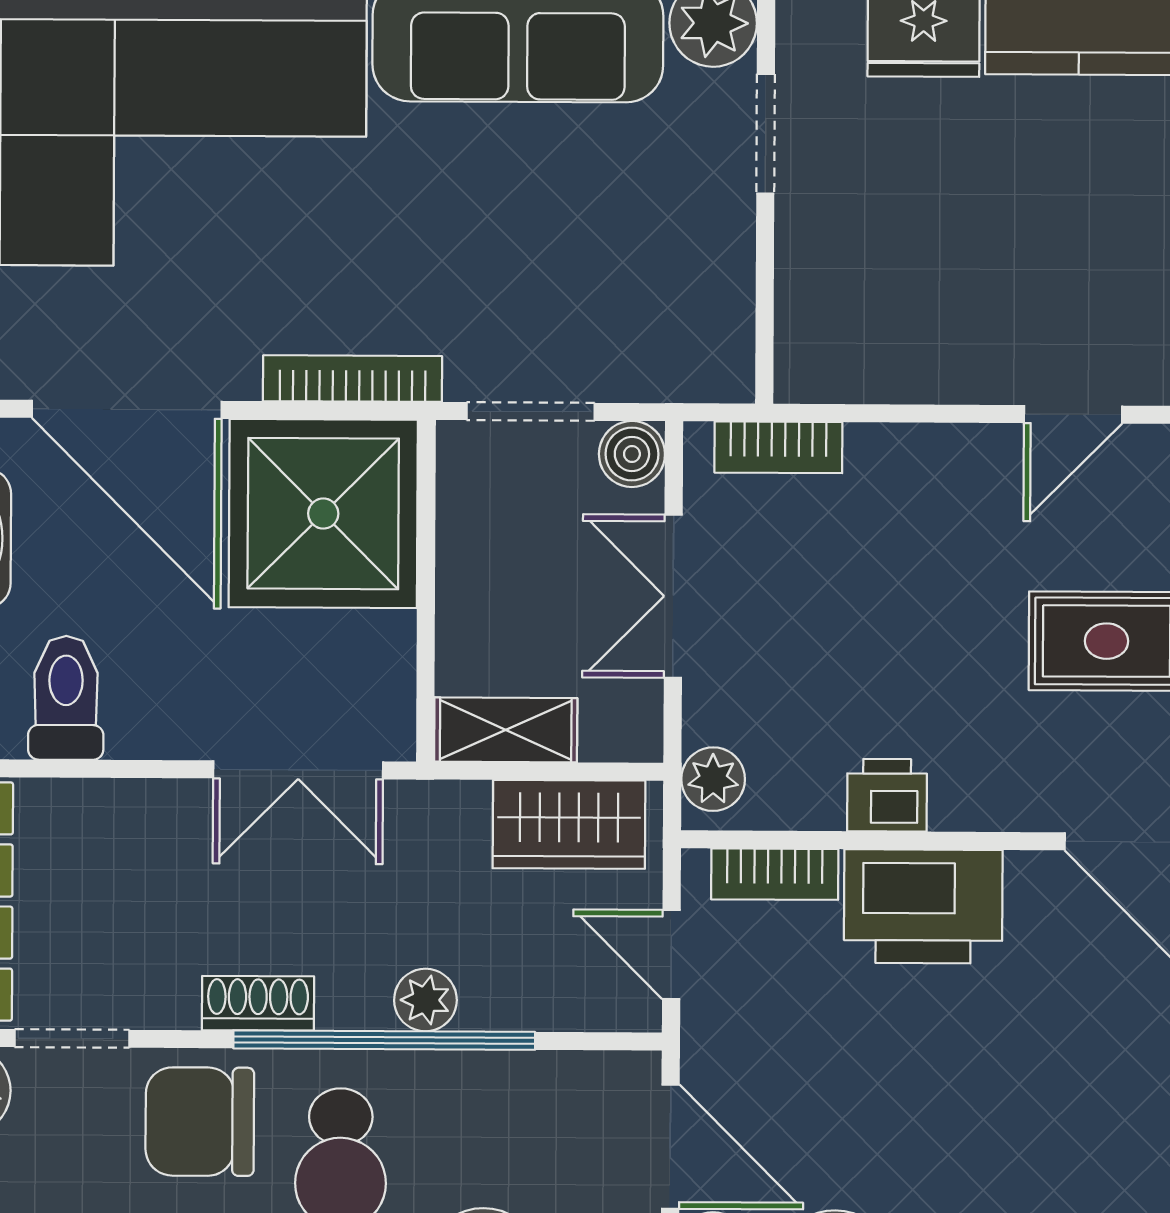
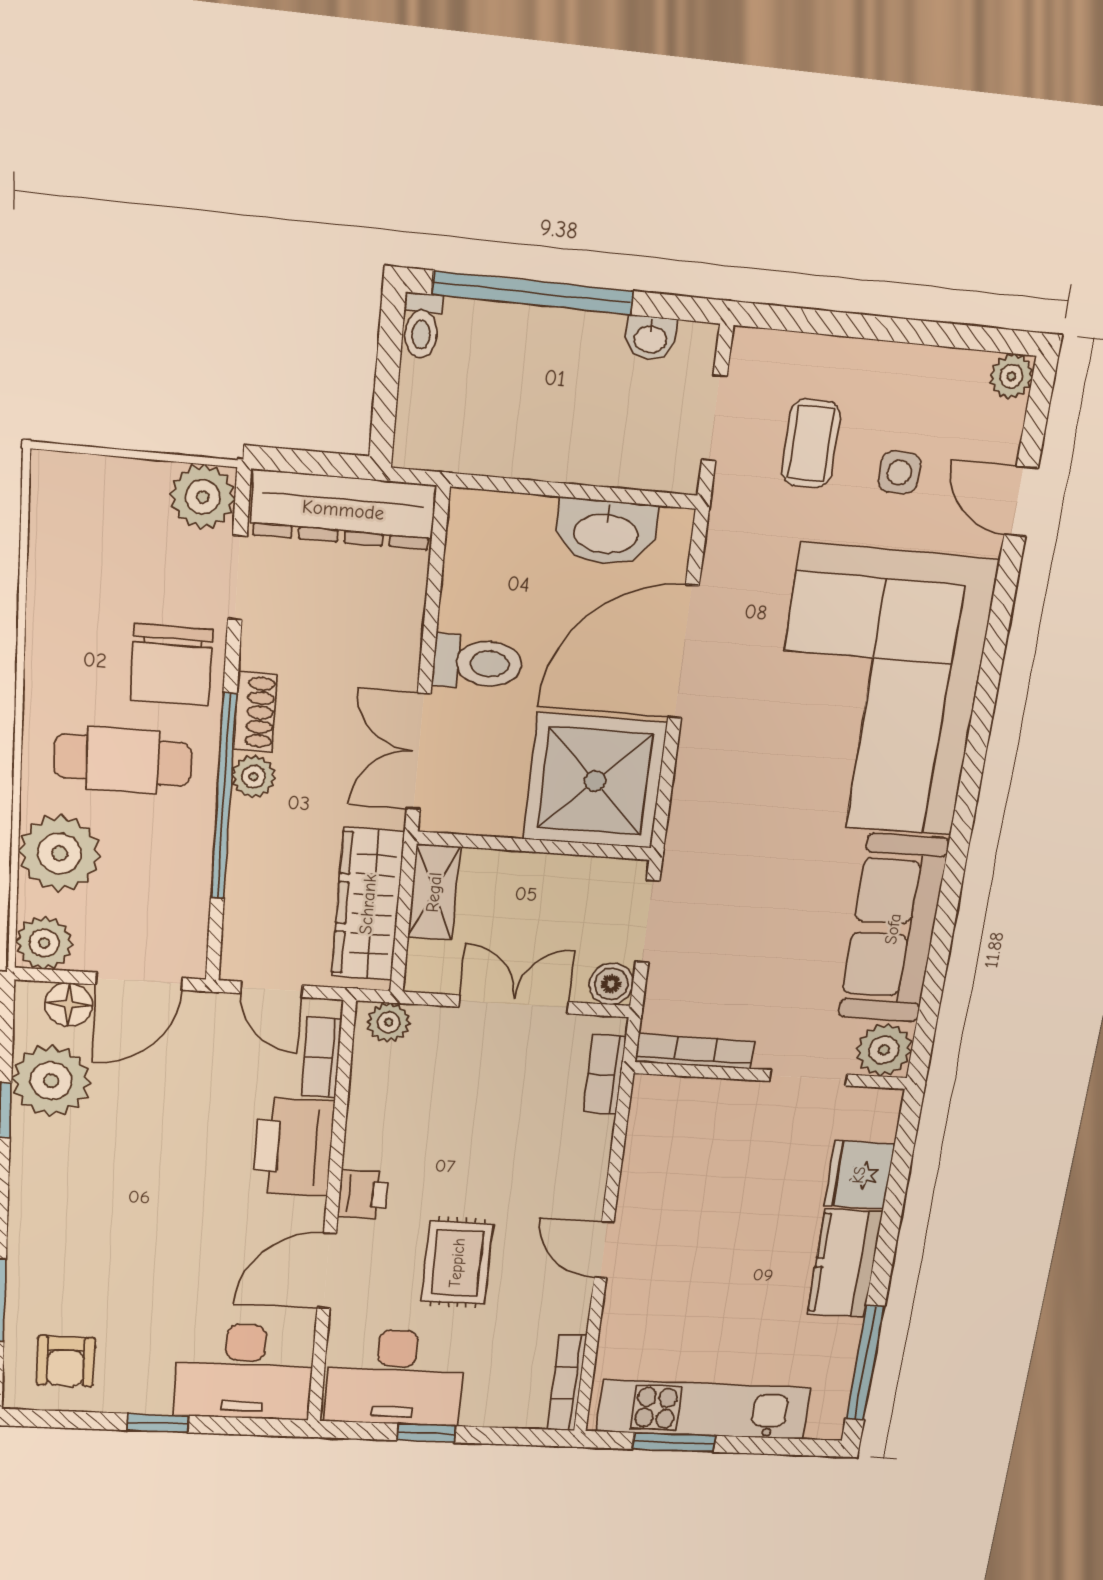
bookcase: (353, 379) -> (695, 1051), moved, turned -90
toilet: (66, 698) -> (478, 663), moved
printer: (887, 795) -> (363, 1194), moved
wardrobe: (569, 824) -> (368, 904), width x1.50
door: (671, 955) -> (272, 989), swing flipped
plant: (425, 1000) -> (254, 777), moved
chair: (200, 1122) -> (172, 665), turned 180

